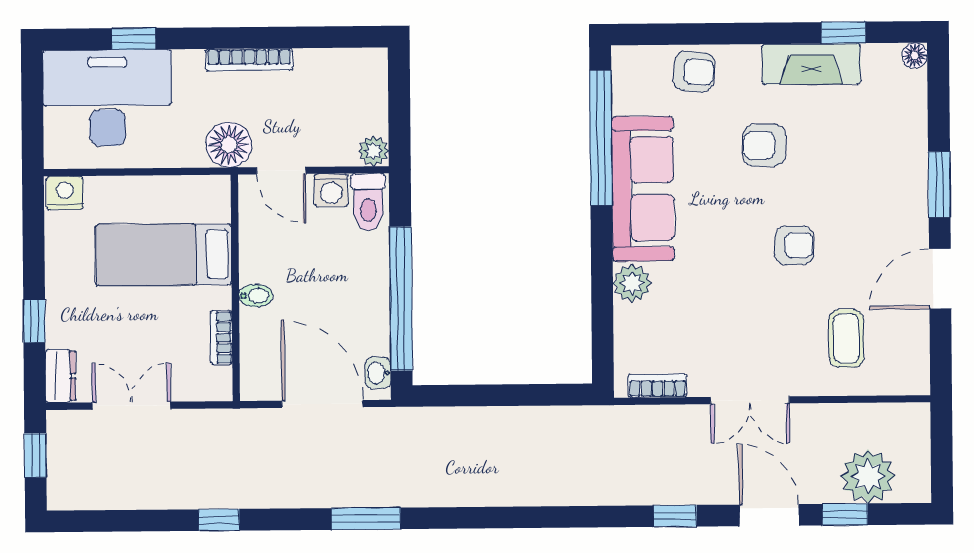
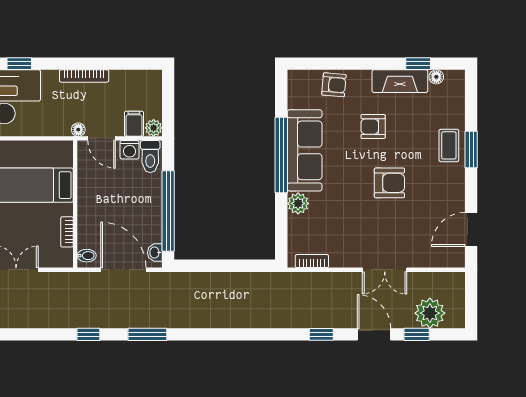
floor lamp: (915, 55) -> (436, 77), moved
window: (601, 138) -> (281, 155), moved
filing cabinet: (339, 144) -> (134, 124), added
floor lamp: (229, 145) -> (78, 130), width x0.53, depth x0.53
armchair: (794, 245) -> (389, 183), width x1.38, depth x1.38
door: (940, 279) -> (471, 229), moved
bidet: (256, 296) -> (87, 256), moved
coffee table: (846, 338) -> (449, 145), moved
double door: (750, 400) -> (385, 270), moved
window: (219, 520) -> (88, 334), moved

